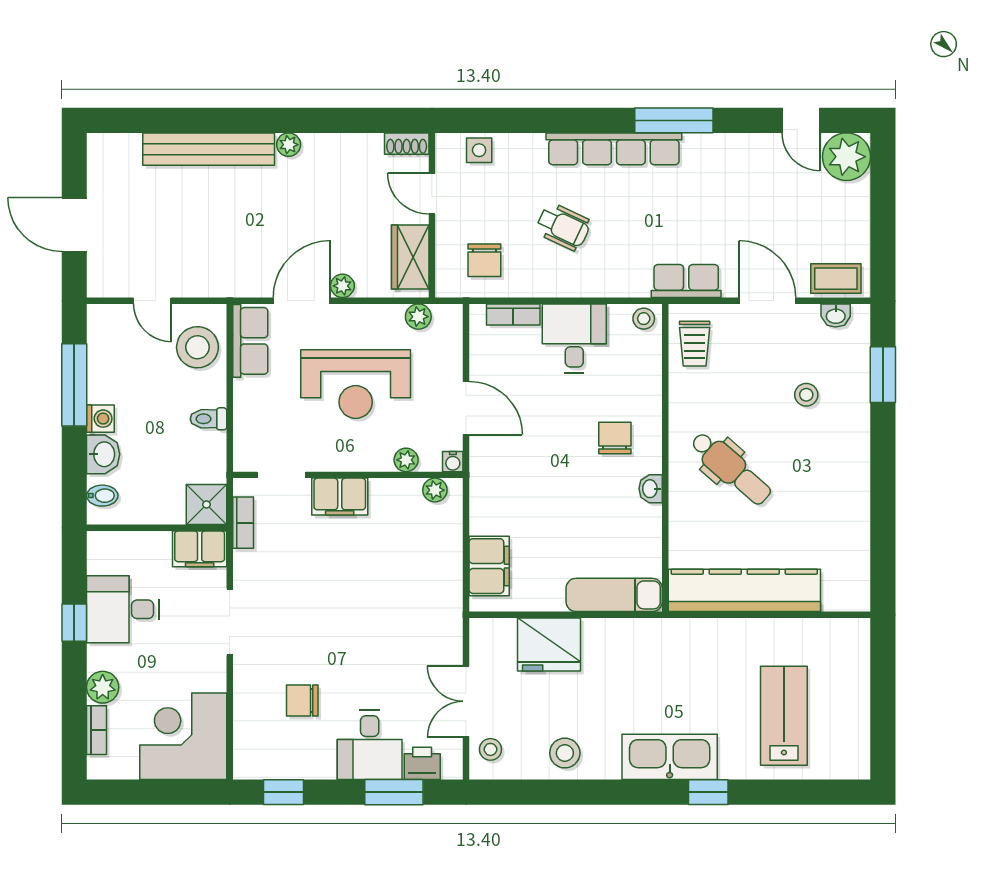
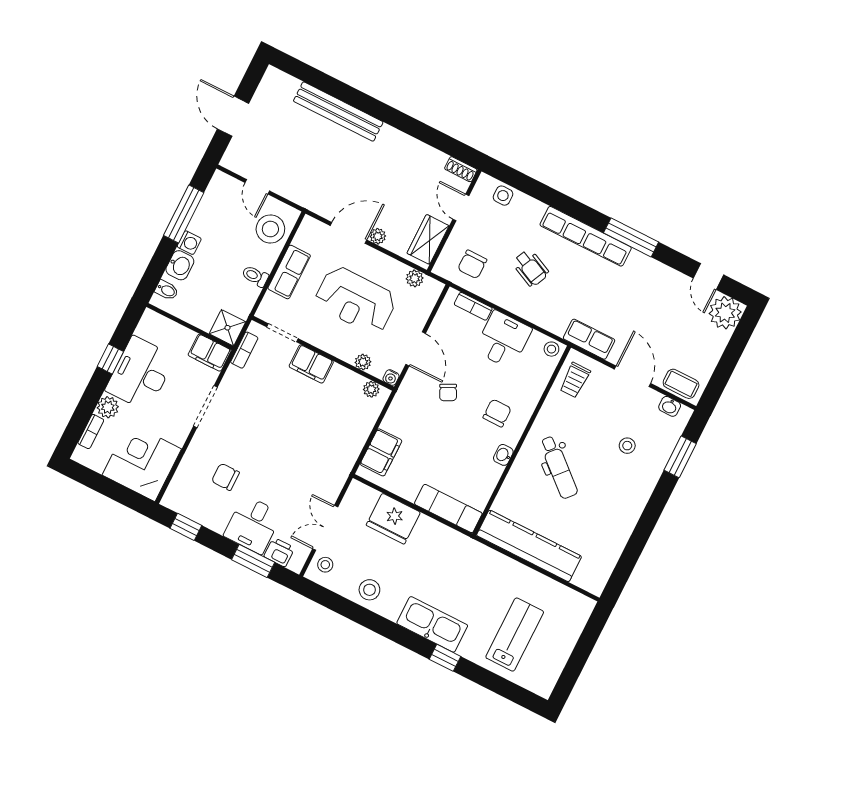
plant: (289, 145) -> (388, 133), removed
row of seats: (250, 341) -> (289, 272), moved
chair: (537, 444) -> (448, 392), added
desk: (123, 609) -> (140, 374), width x1.37

